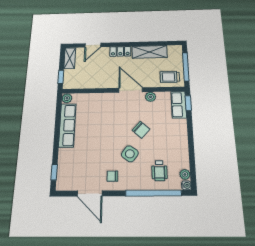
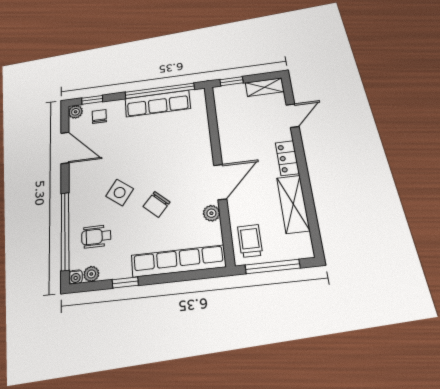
door: (93, 45) -> (293, 116), swing flipped
plant: (67, 98) -> (76, 112), moved
window: (188, 103) -> (125, 282), moved
row of seats: (179, 105) -> (178, 261), width x2.02
window: (58, 123) -> (160, 91), added
chair: (112, 176) -> (99, 116), moved
door: (90, 193) -> (65, 148), swing flipped

